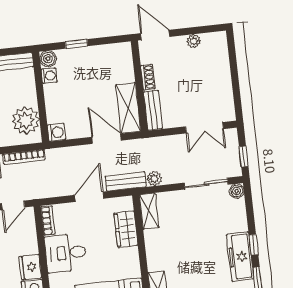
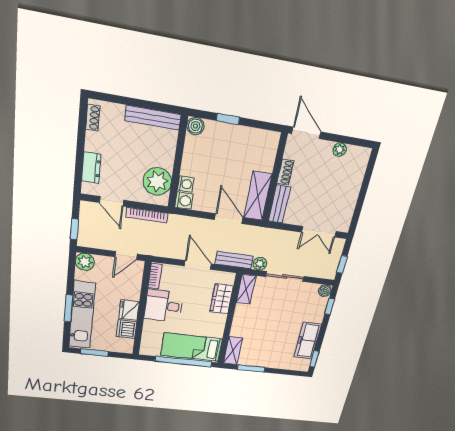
washing machine: (49, 76) -> (186, 184), moved
sliding door: (206, 184) -> (285, 276), moved
door: (89, 197) -> (198, 265), hinge flipped
window: (254, 245) -> (330, 306), moved

